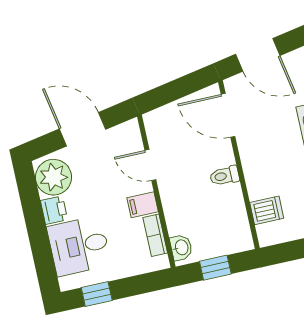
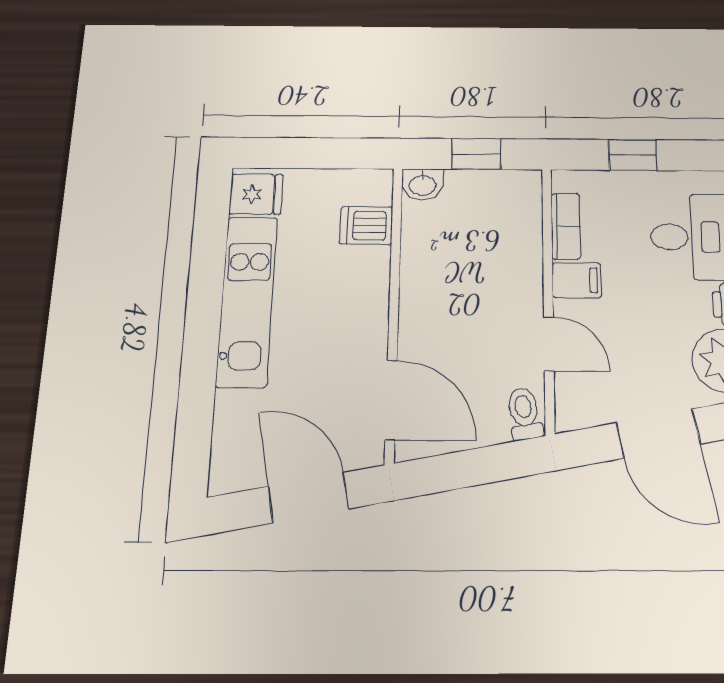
toilet: (225, 176) -> (524, 414), moved, turned -100
washbasin: (181, 247) -> (423, 184), moved, turned -90
window: (97, 294) -> (633, 155), moved

